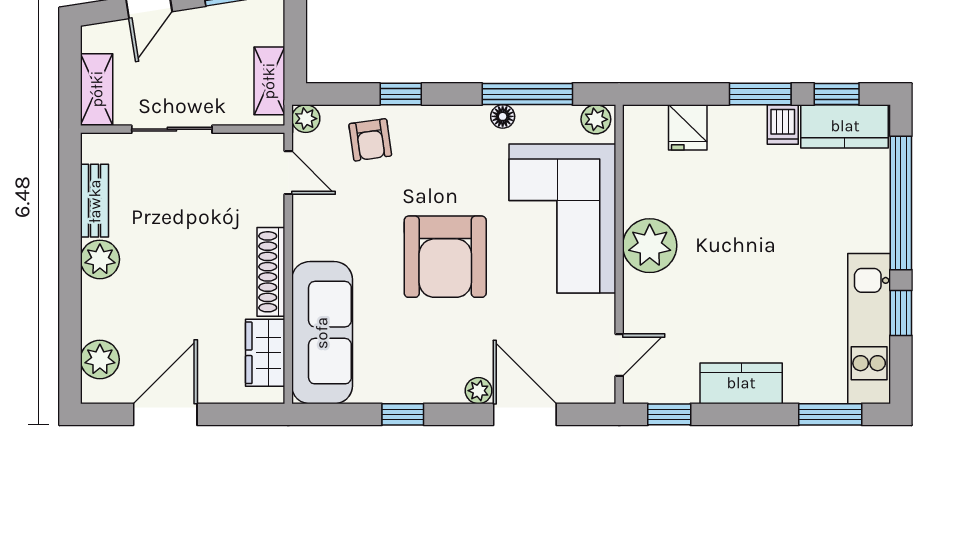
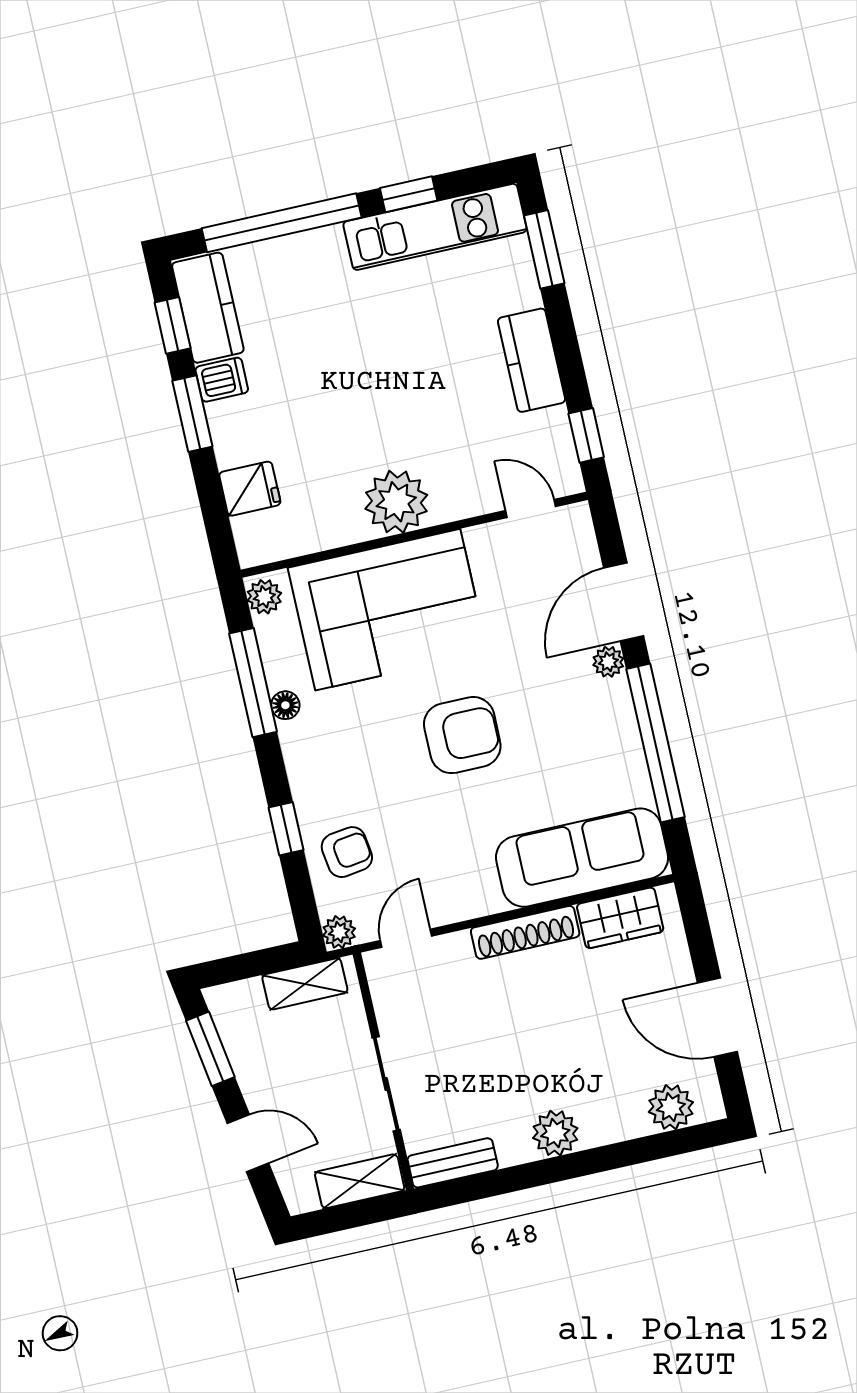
bench: (95, 201) -> (453, 1163), moved
armchair: (445, 257) -> (462, 735), width x0.73, depth x0.73
window: (403, 414) -> (655, 743), width x3.17

